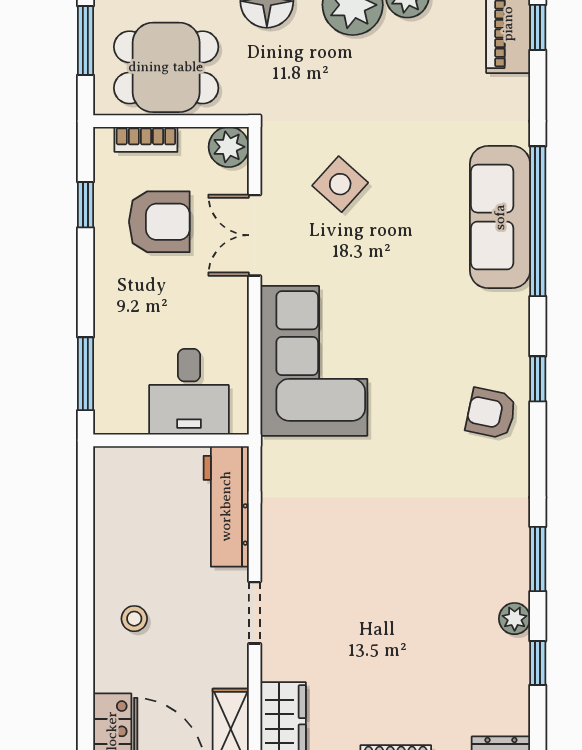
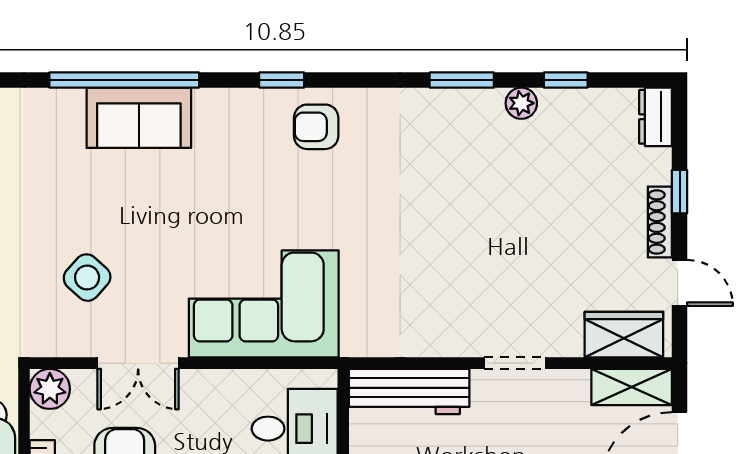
sofa: (500, 217) -> (139, 118), width x0.73
armchair: (491, 413) -> (316, 127), turned 78

